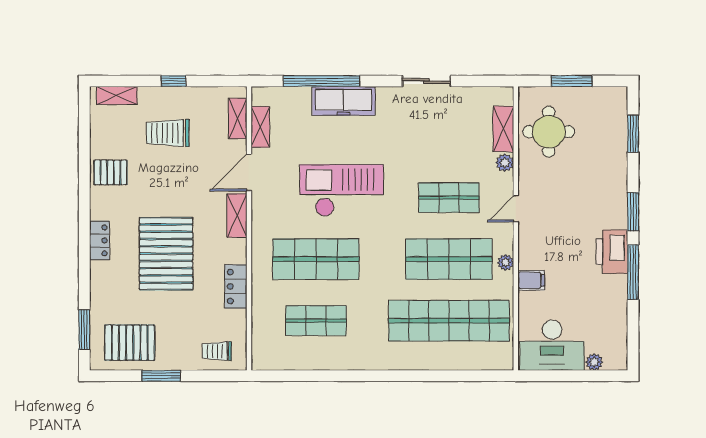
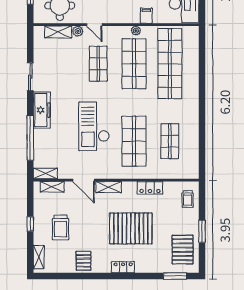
freezer: (344, 101) -> (42, 110), moved
shelving: (260, 127) -> (45, 174), moved
door: (516, 209) -> (94, 25), moved

